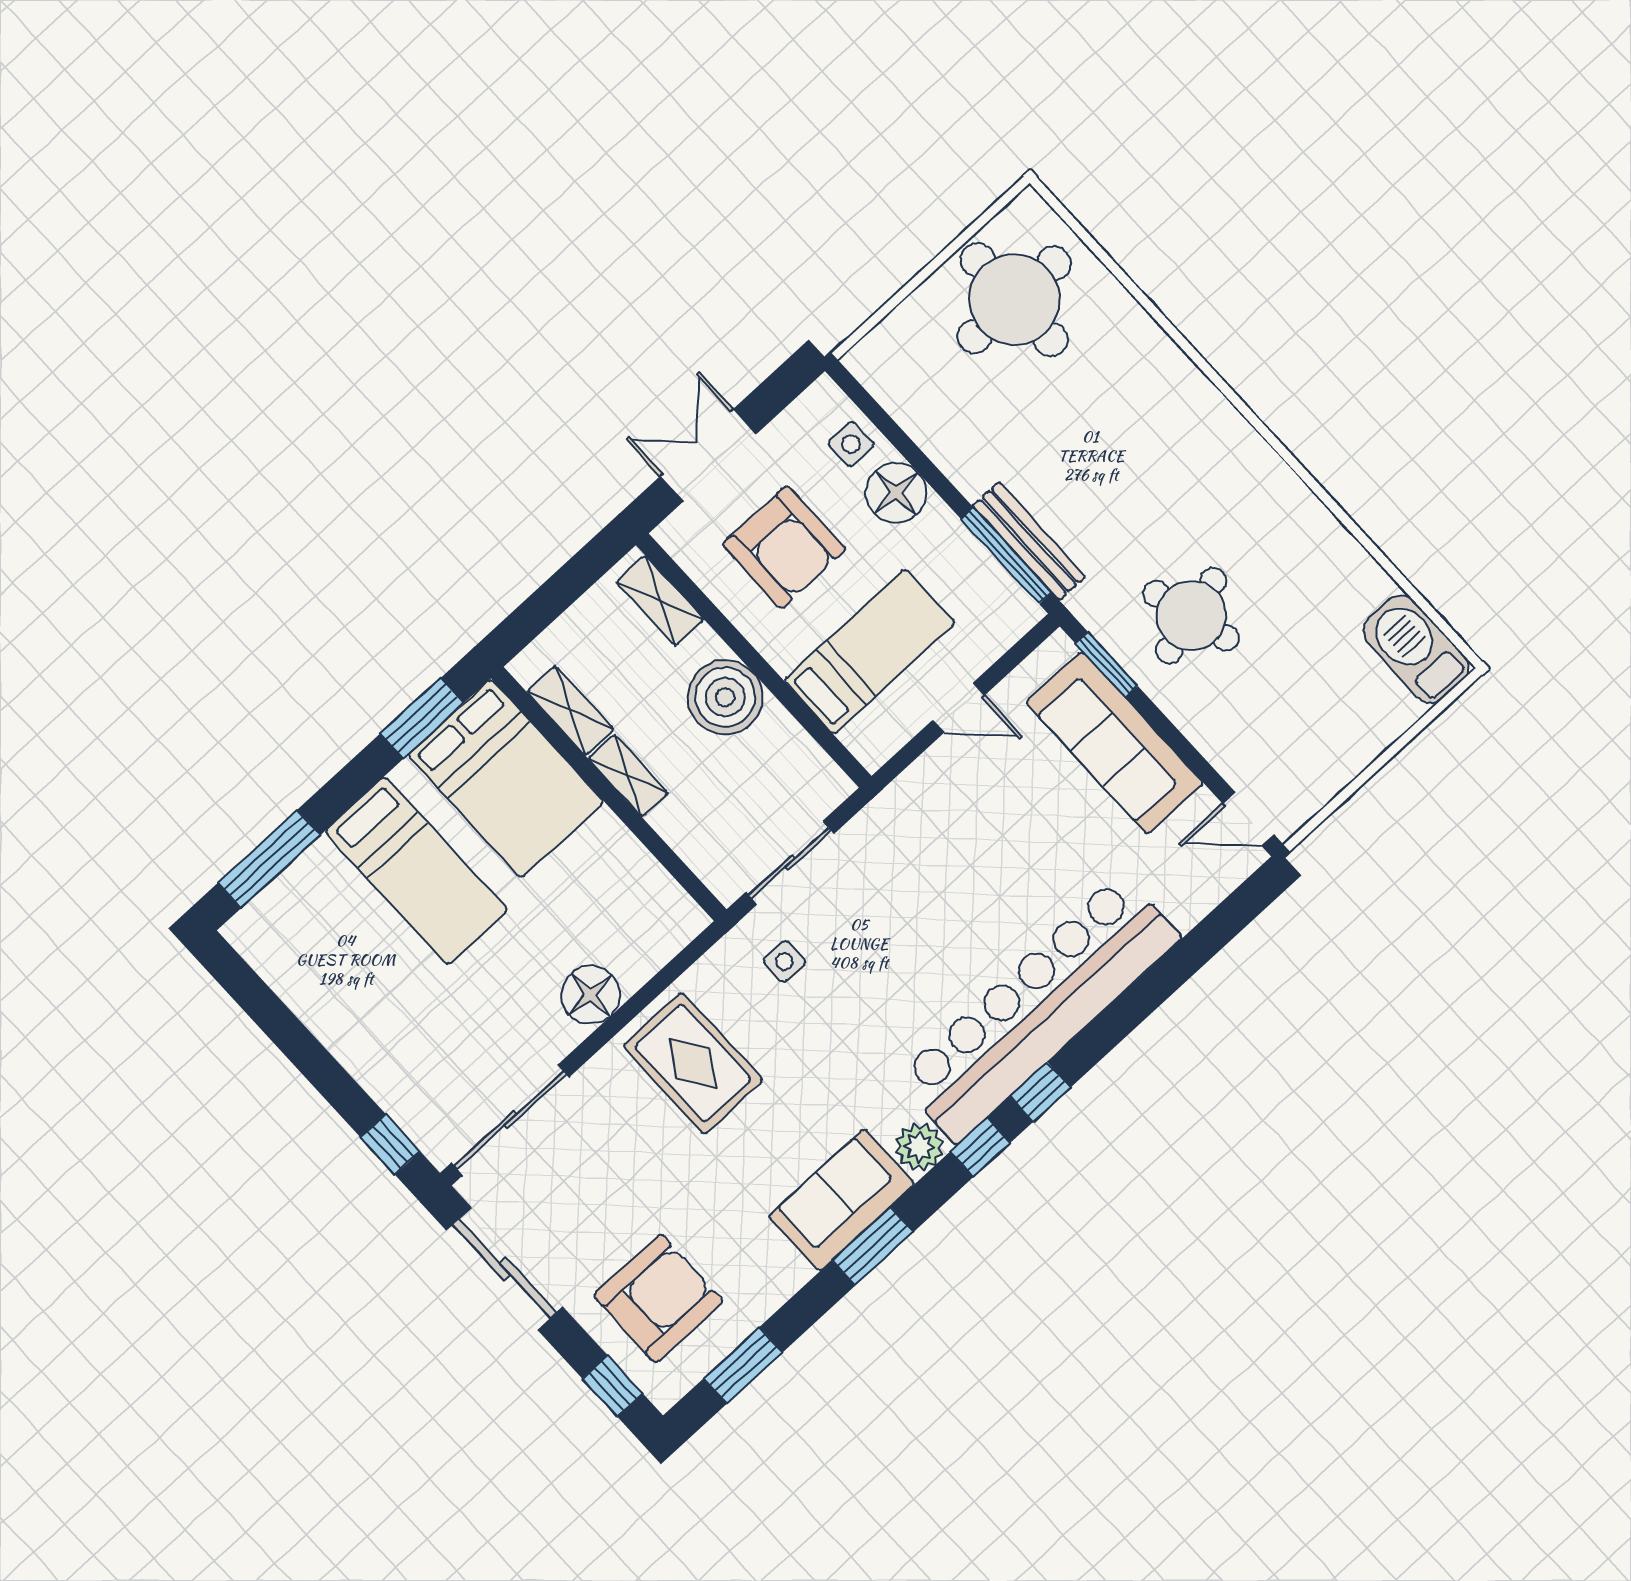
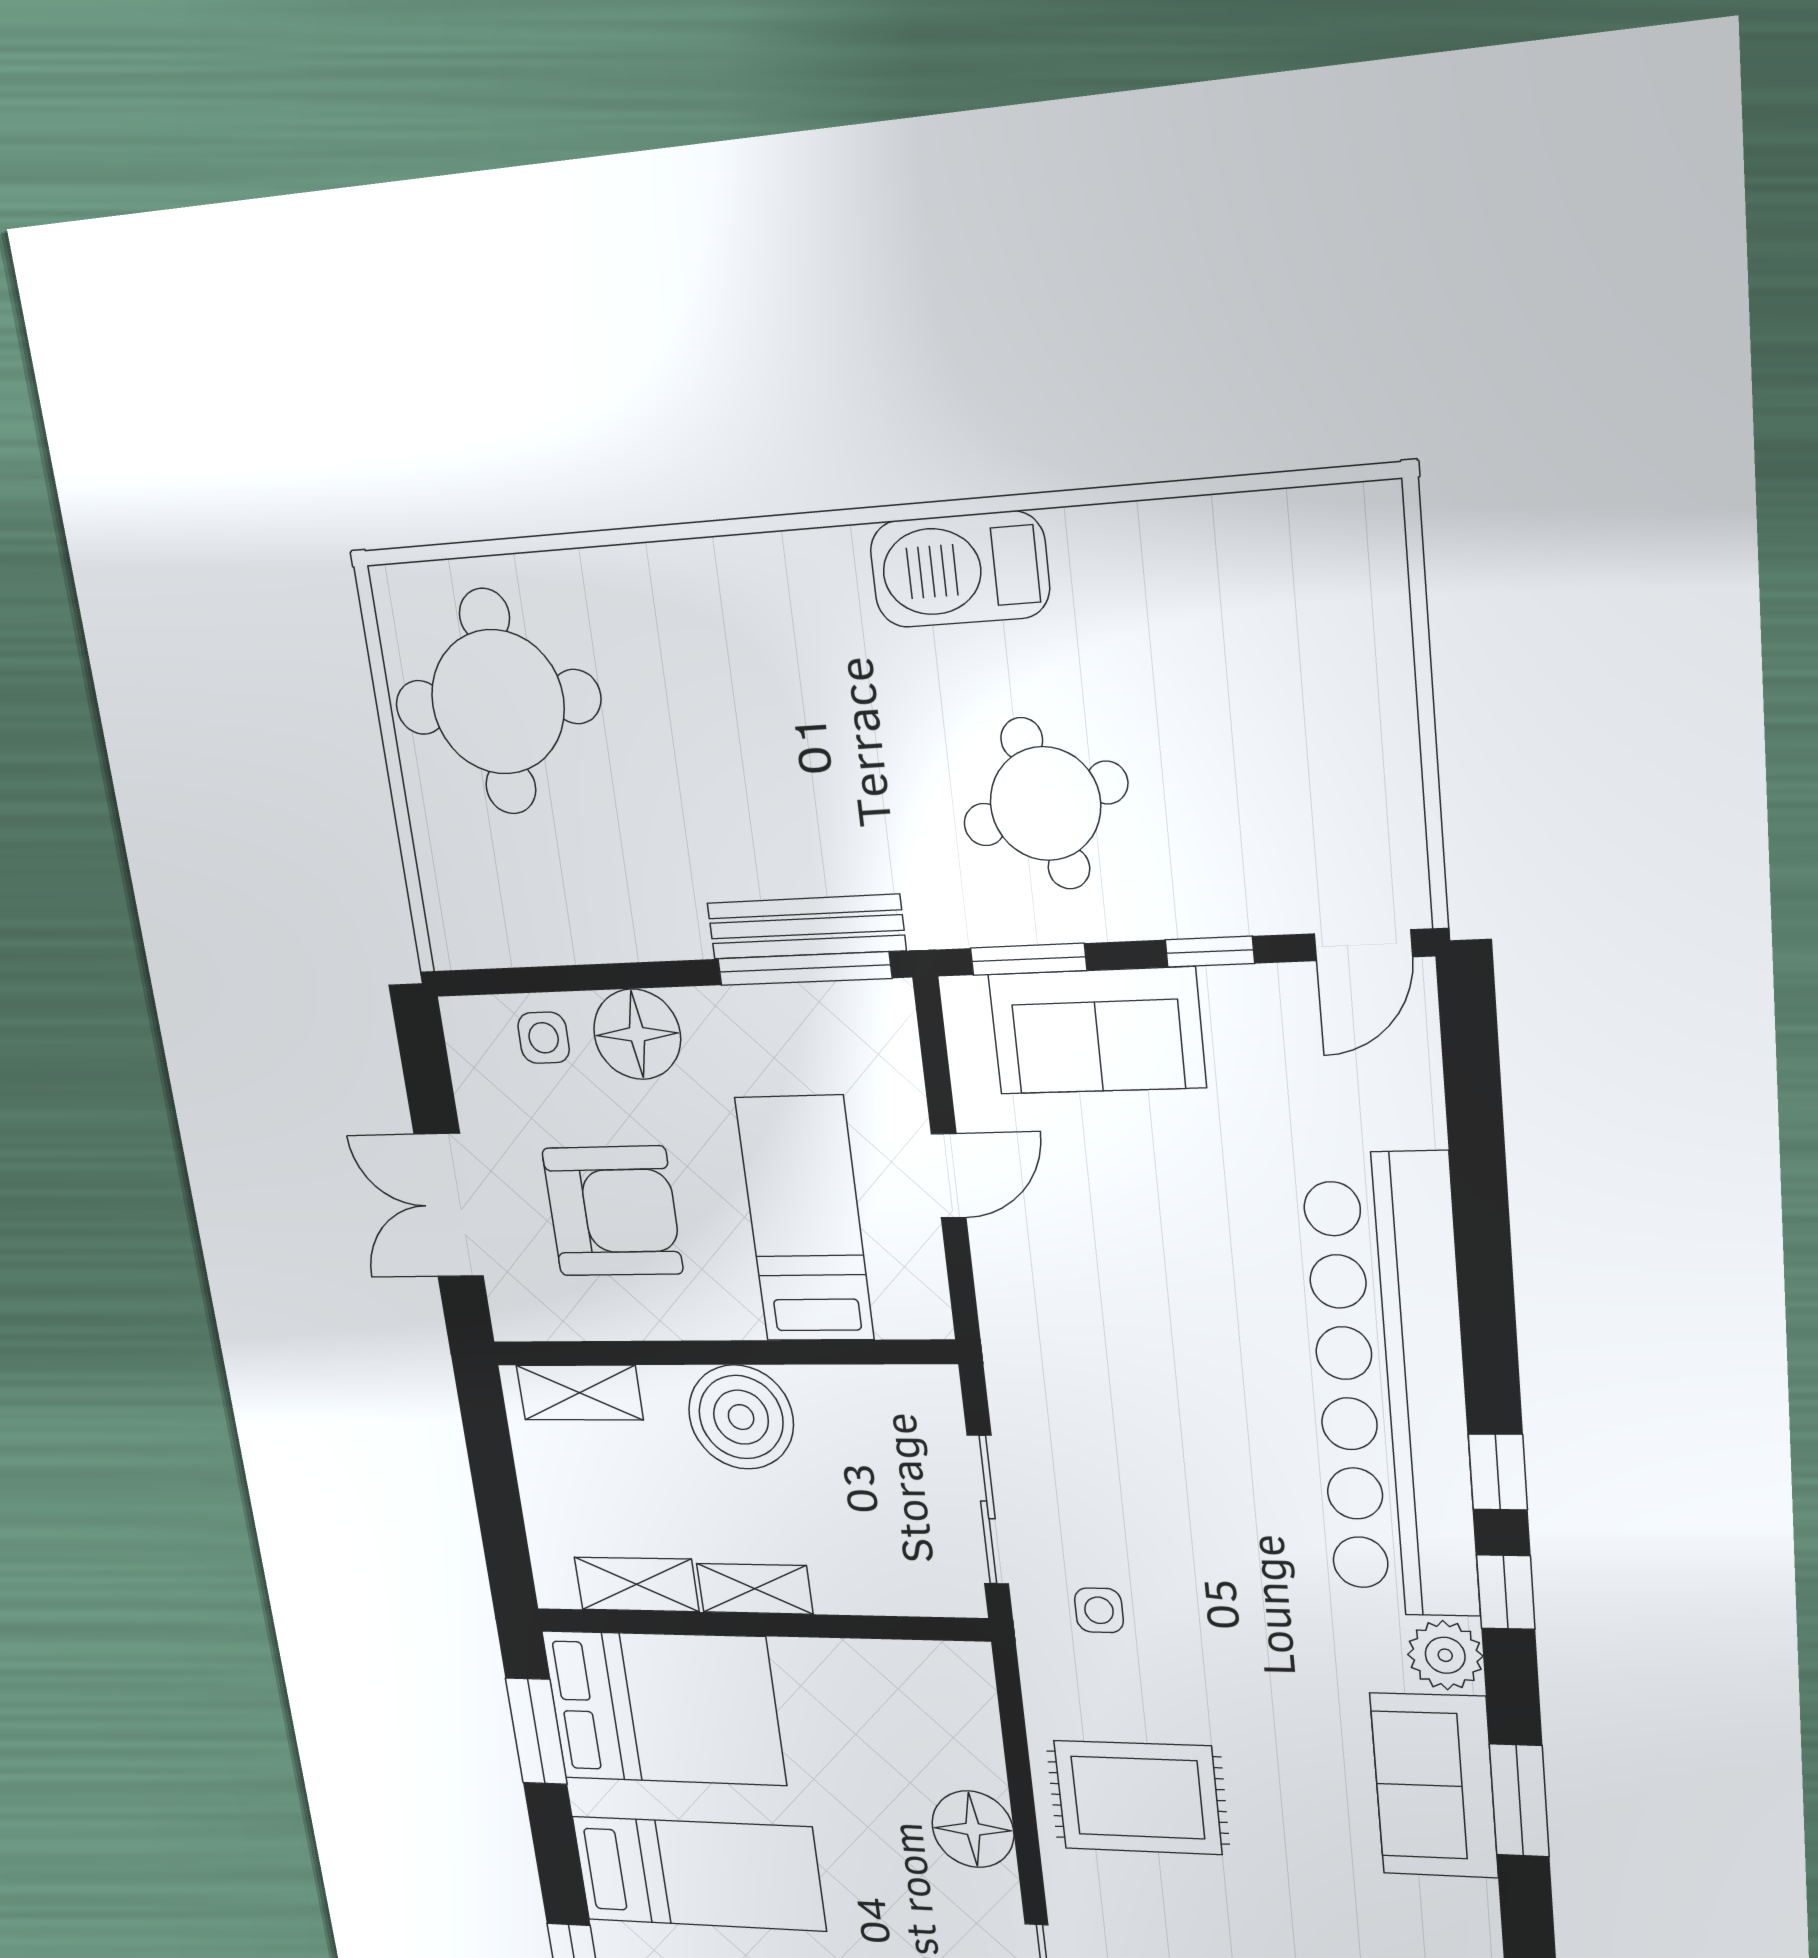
barbecue: (1416, 649) -> (960, 569), moved
sofa: (1115, 743) -> (1097, 1031), width x0.73
window: (1184, 749) -> (1210, 952), added

